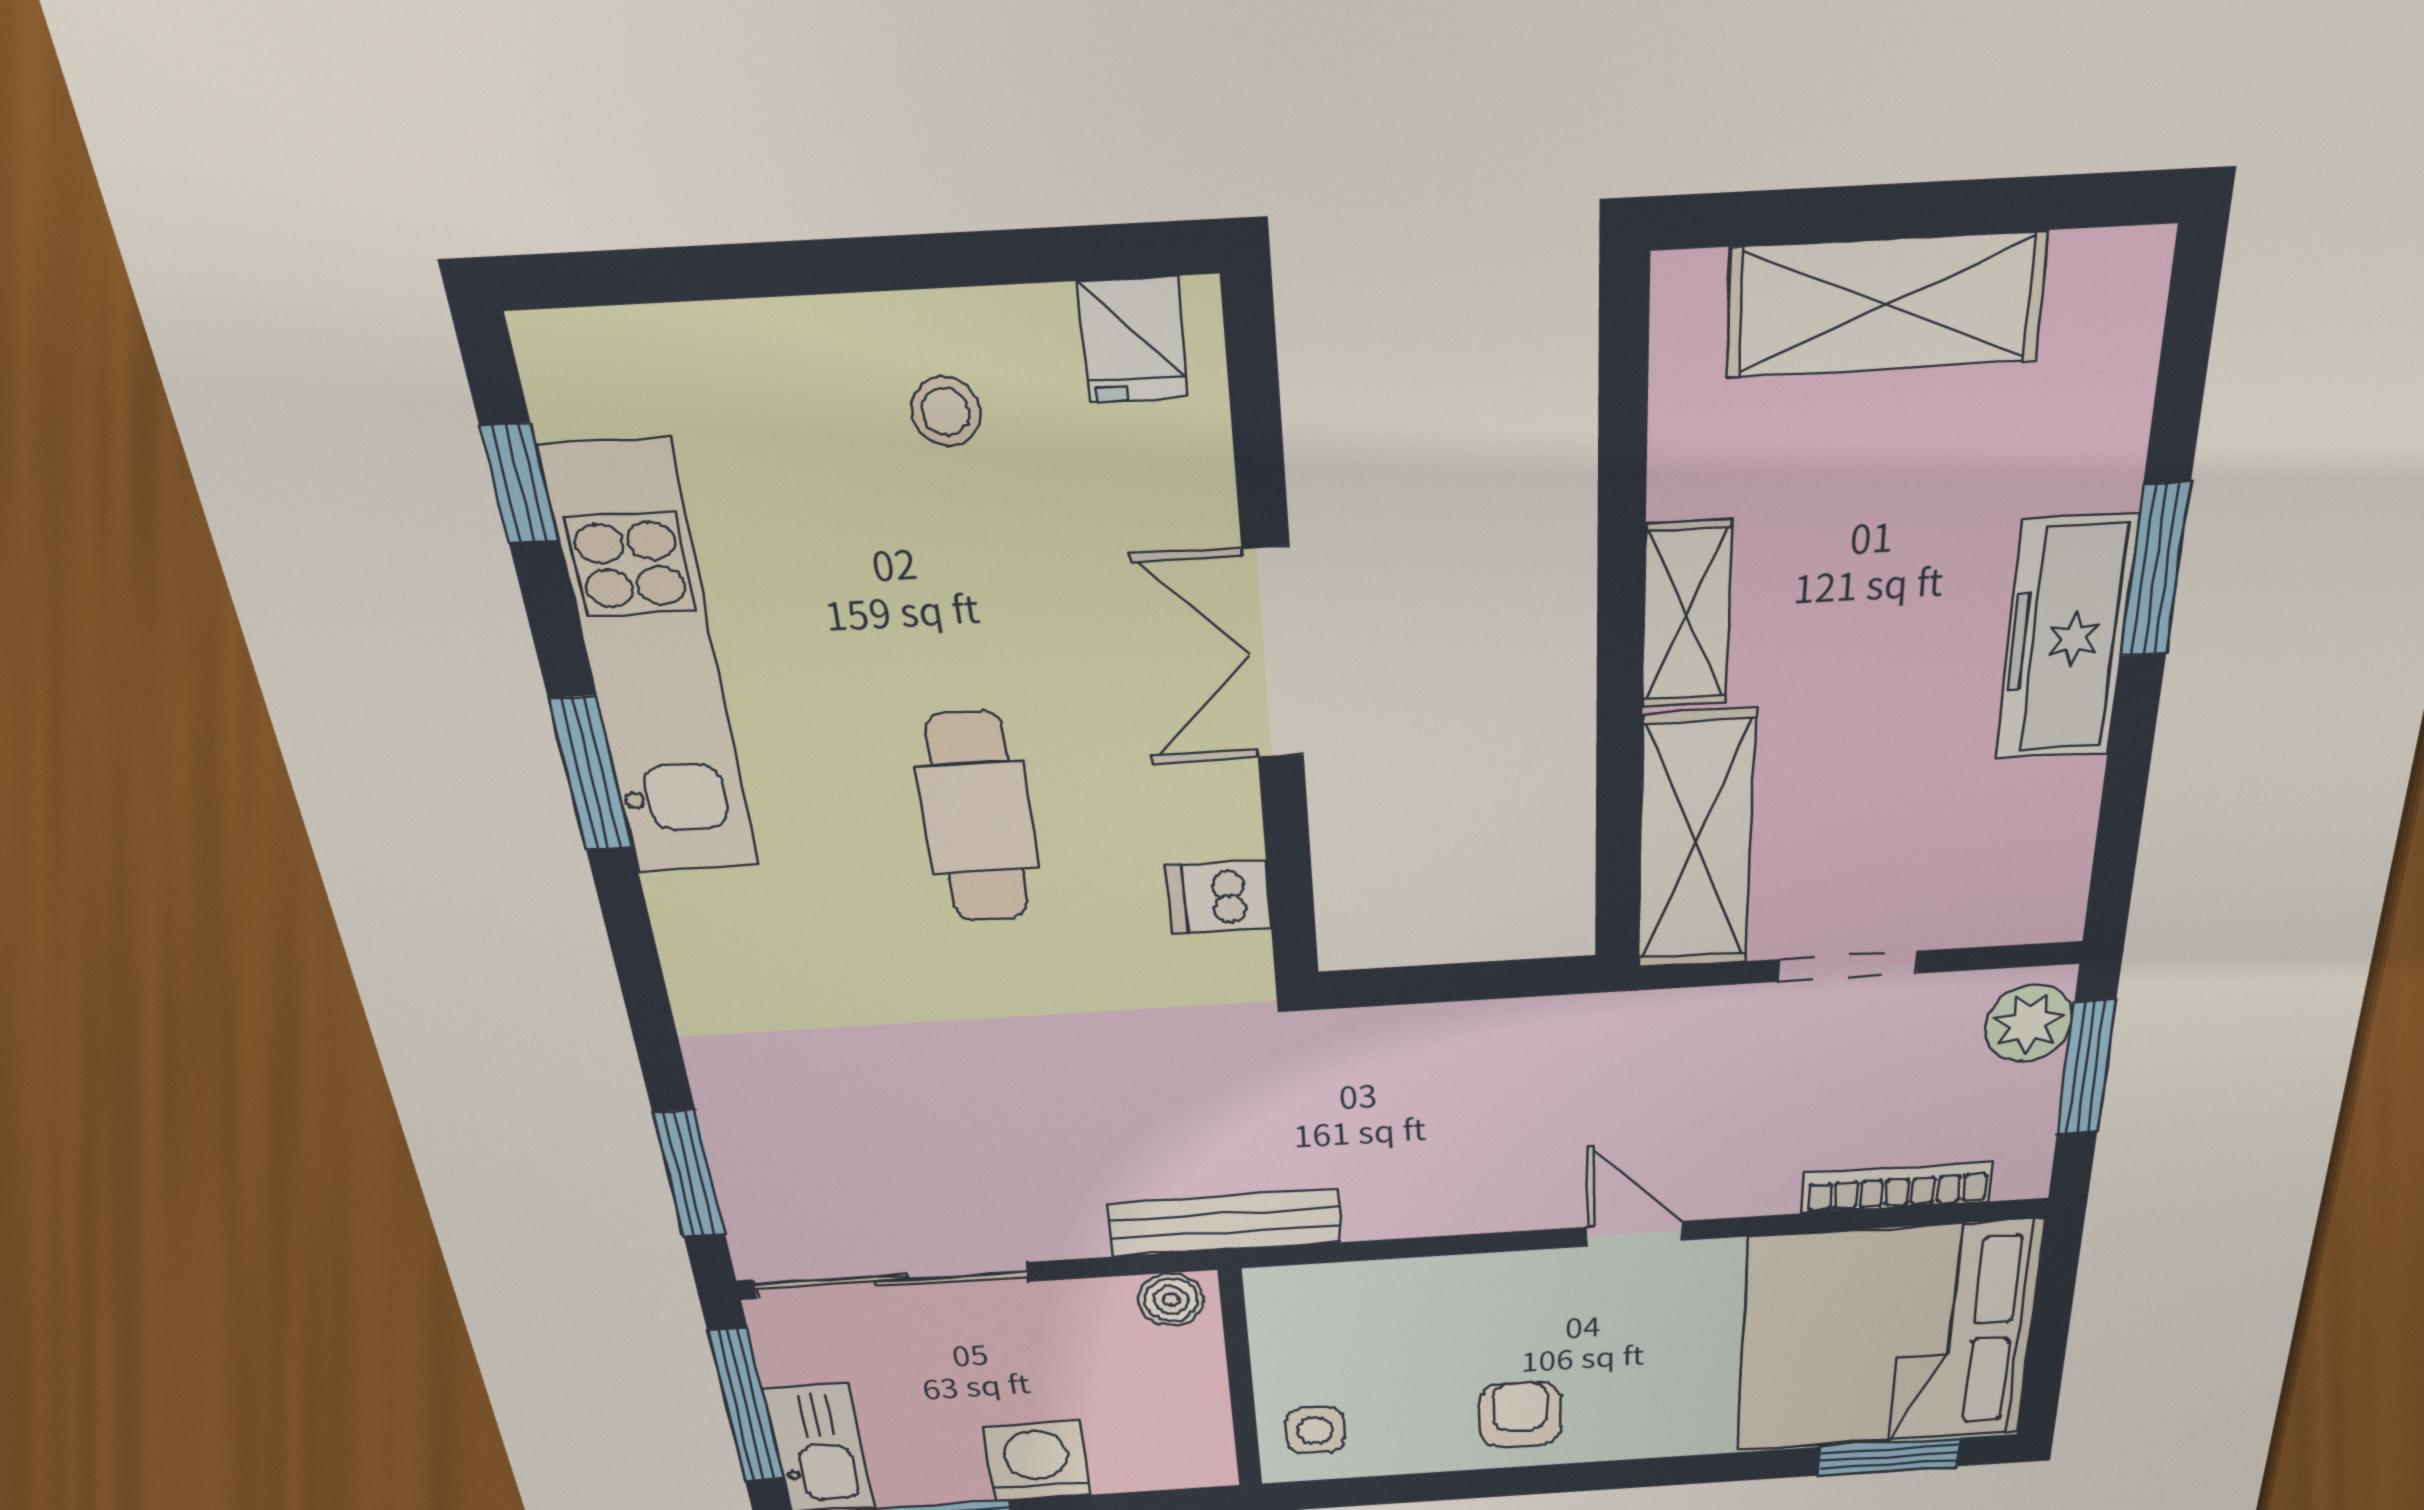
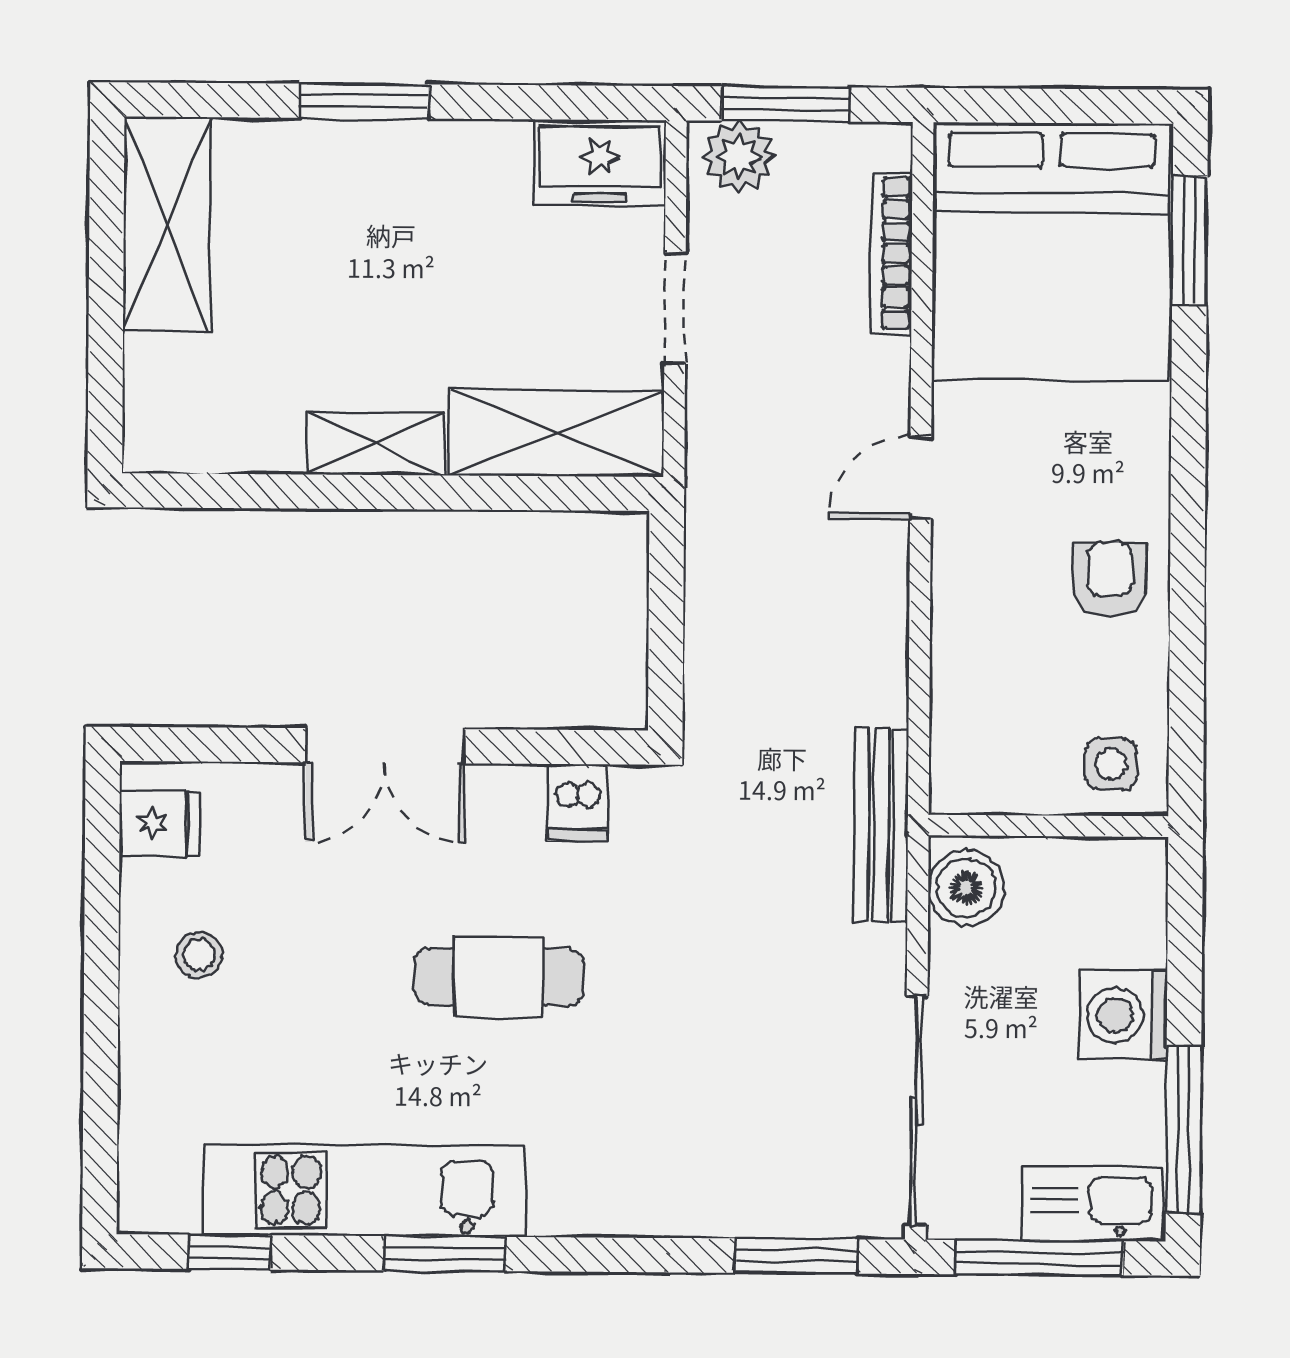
shelving: (1886, 305) -> (167, 224), moved
freezer: (2066, 640) -> (600, 163), moved, width x0.71
boiler: (1171, 1300) -> (966, 888), width x1.36, depth x1.36
armchair: (1520, 1415) -> (1110, 580), turned 90

